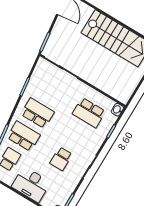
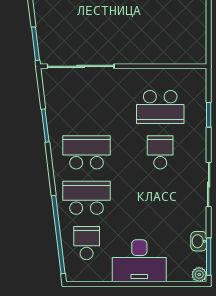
washbasin: (117, 110) -> (199, 241), moved
school desk: (61, 159) -> (160, 152), moved, turned 180

